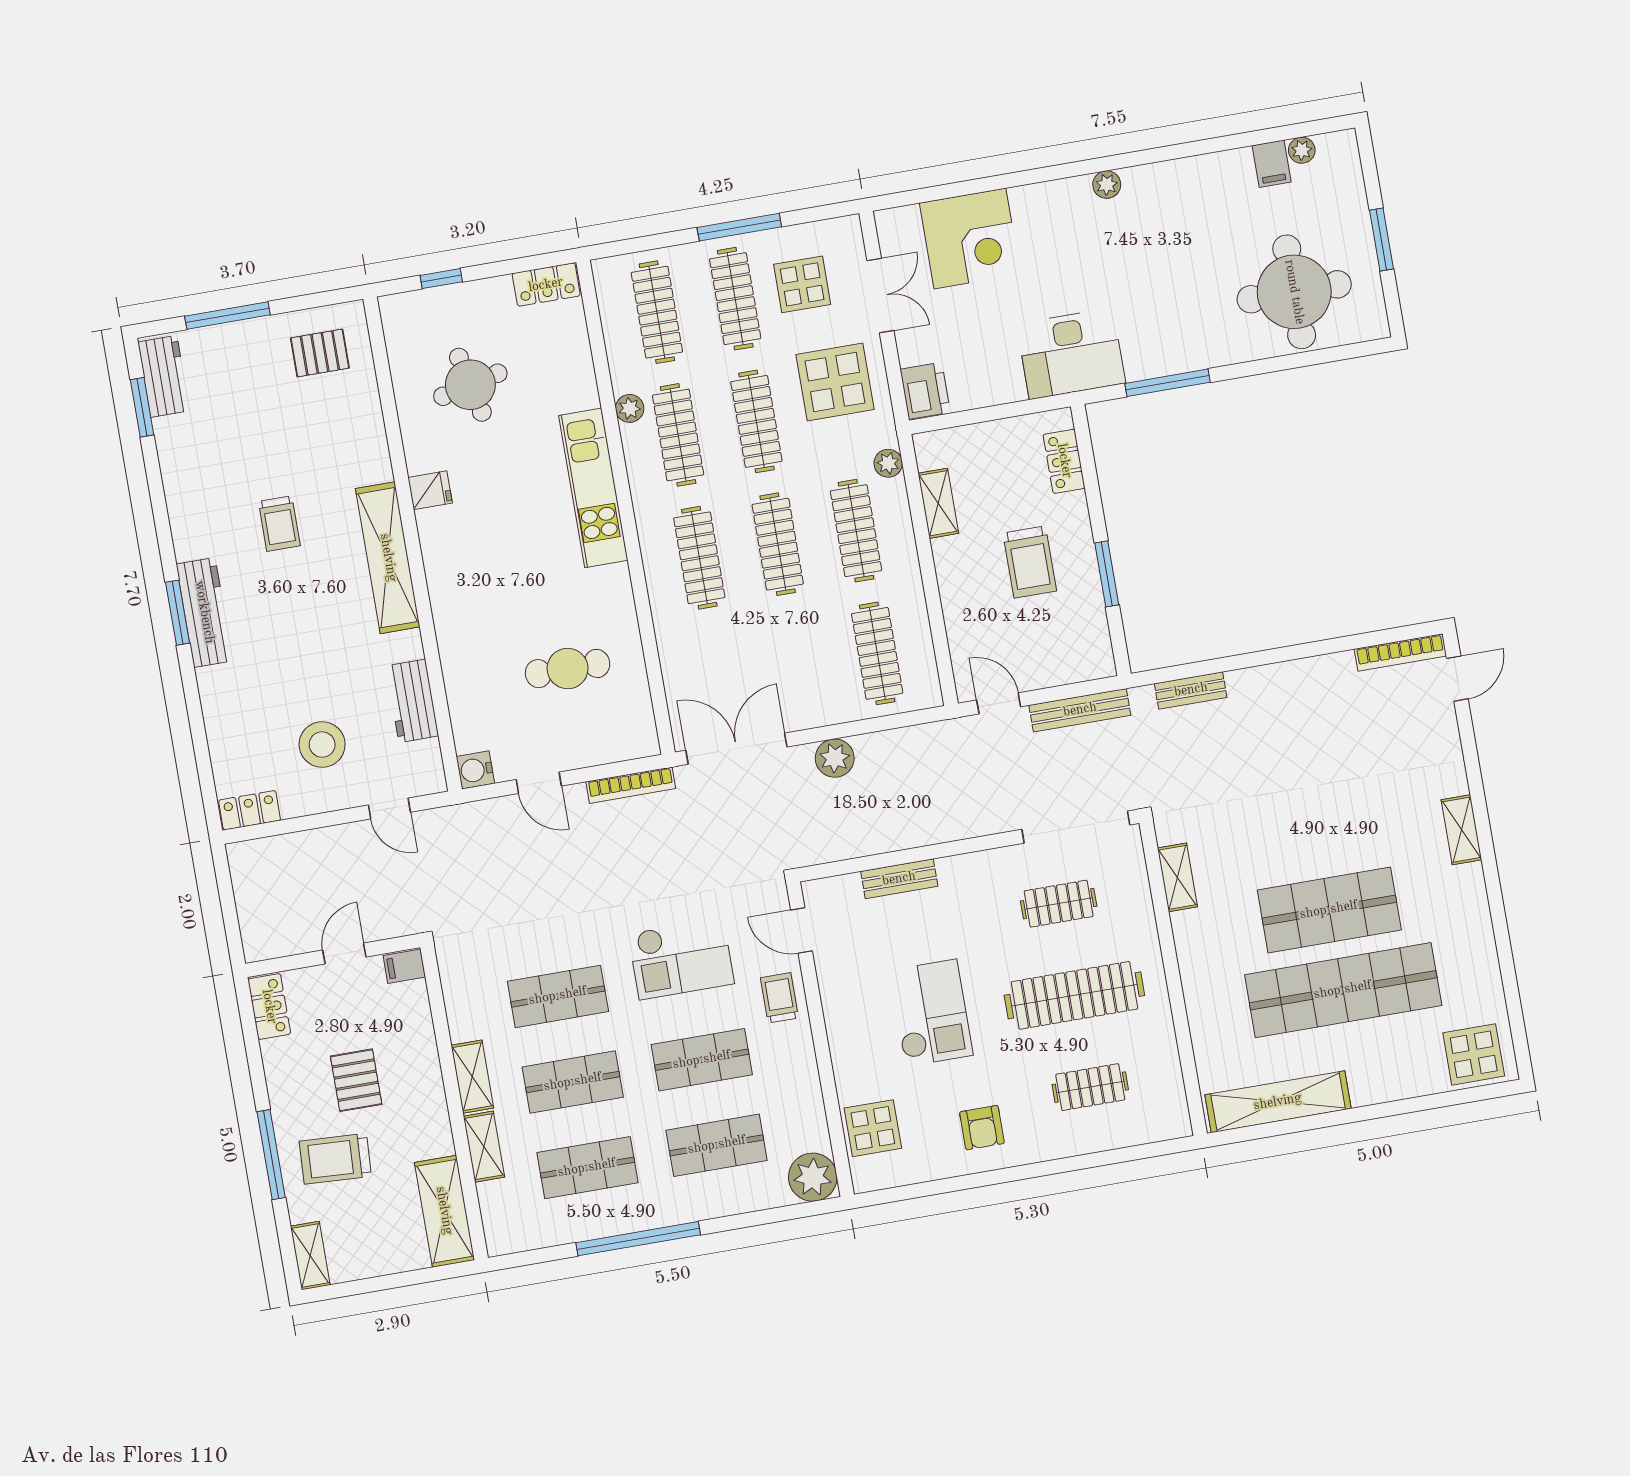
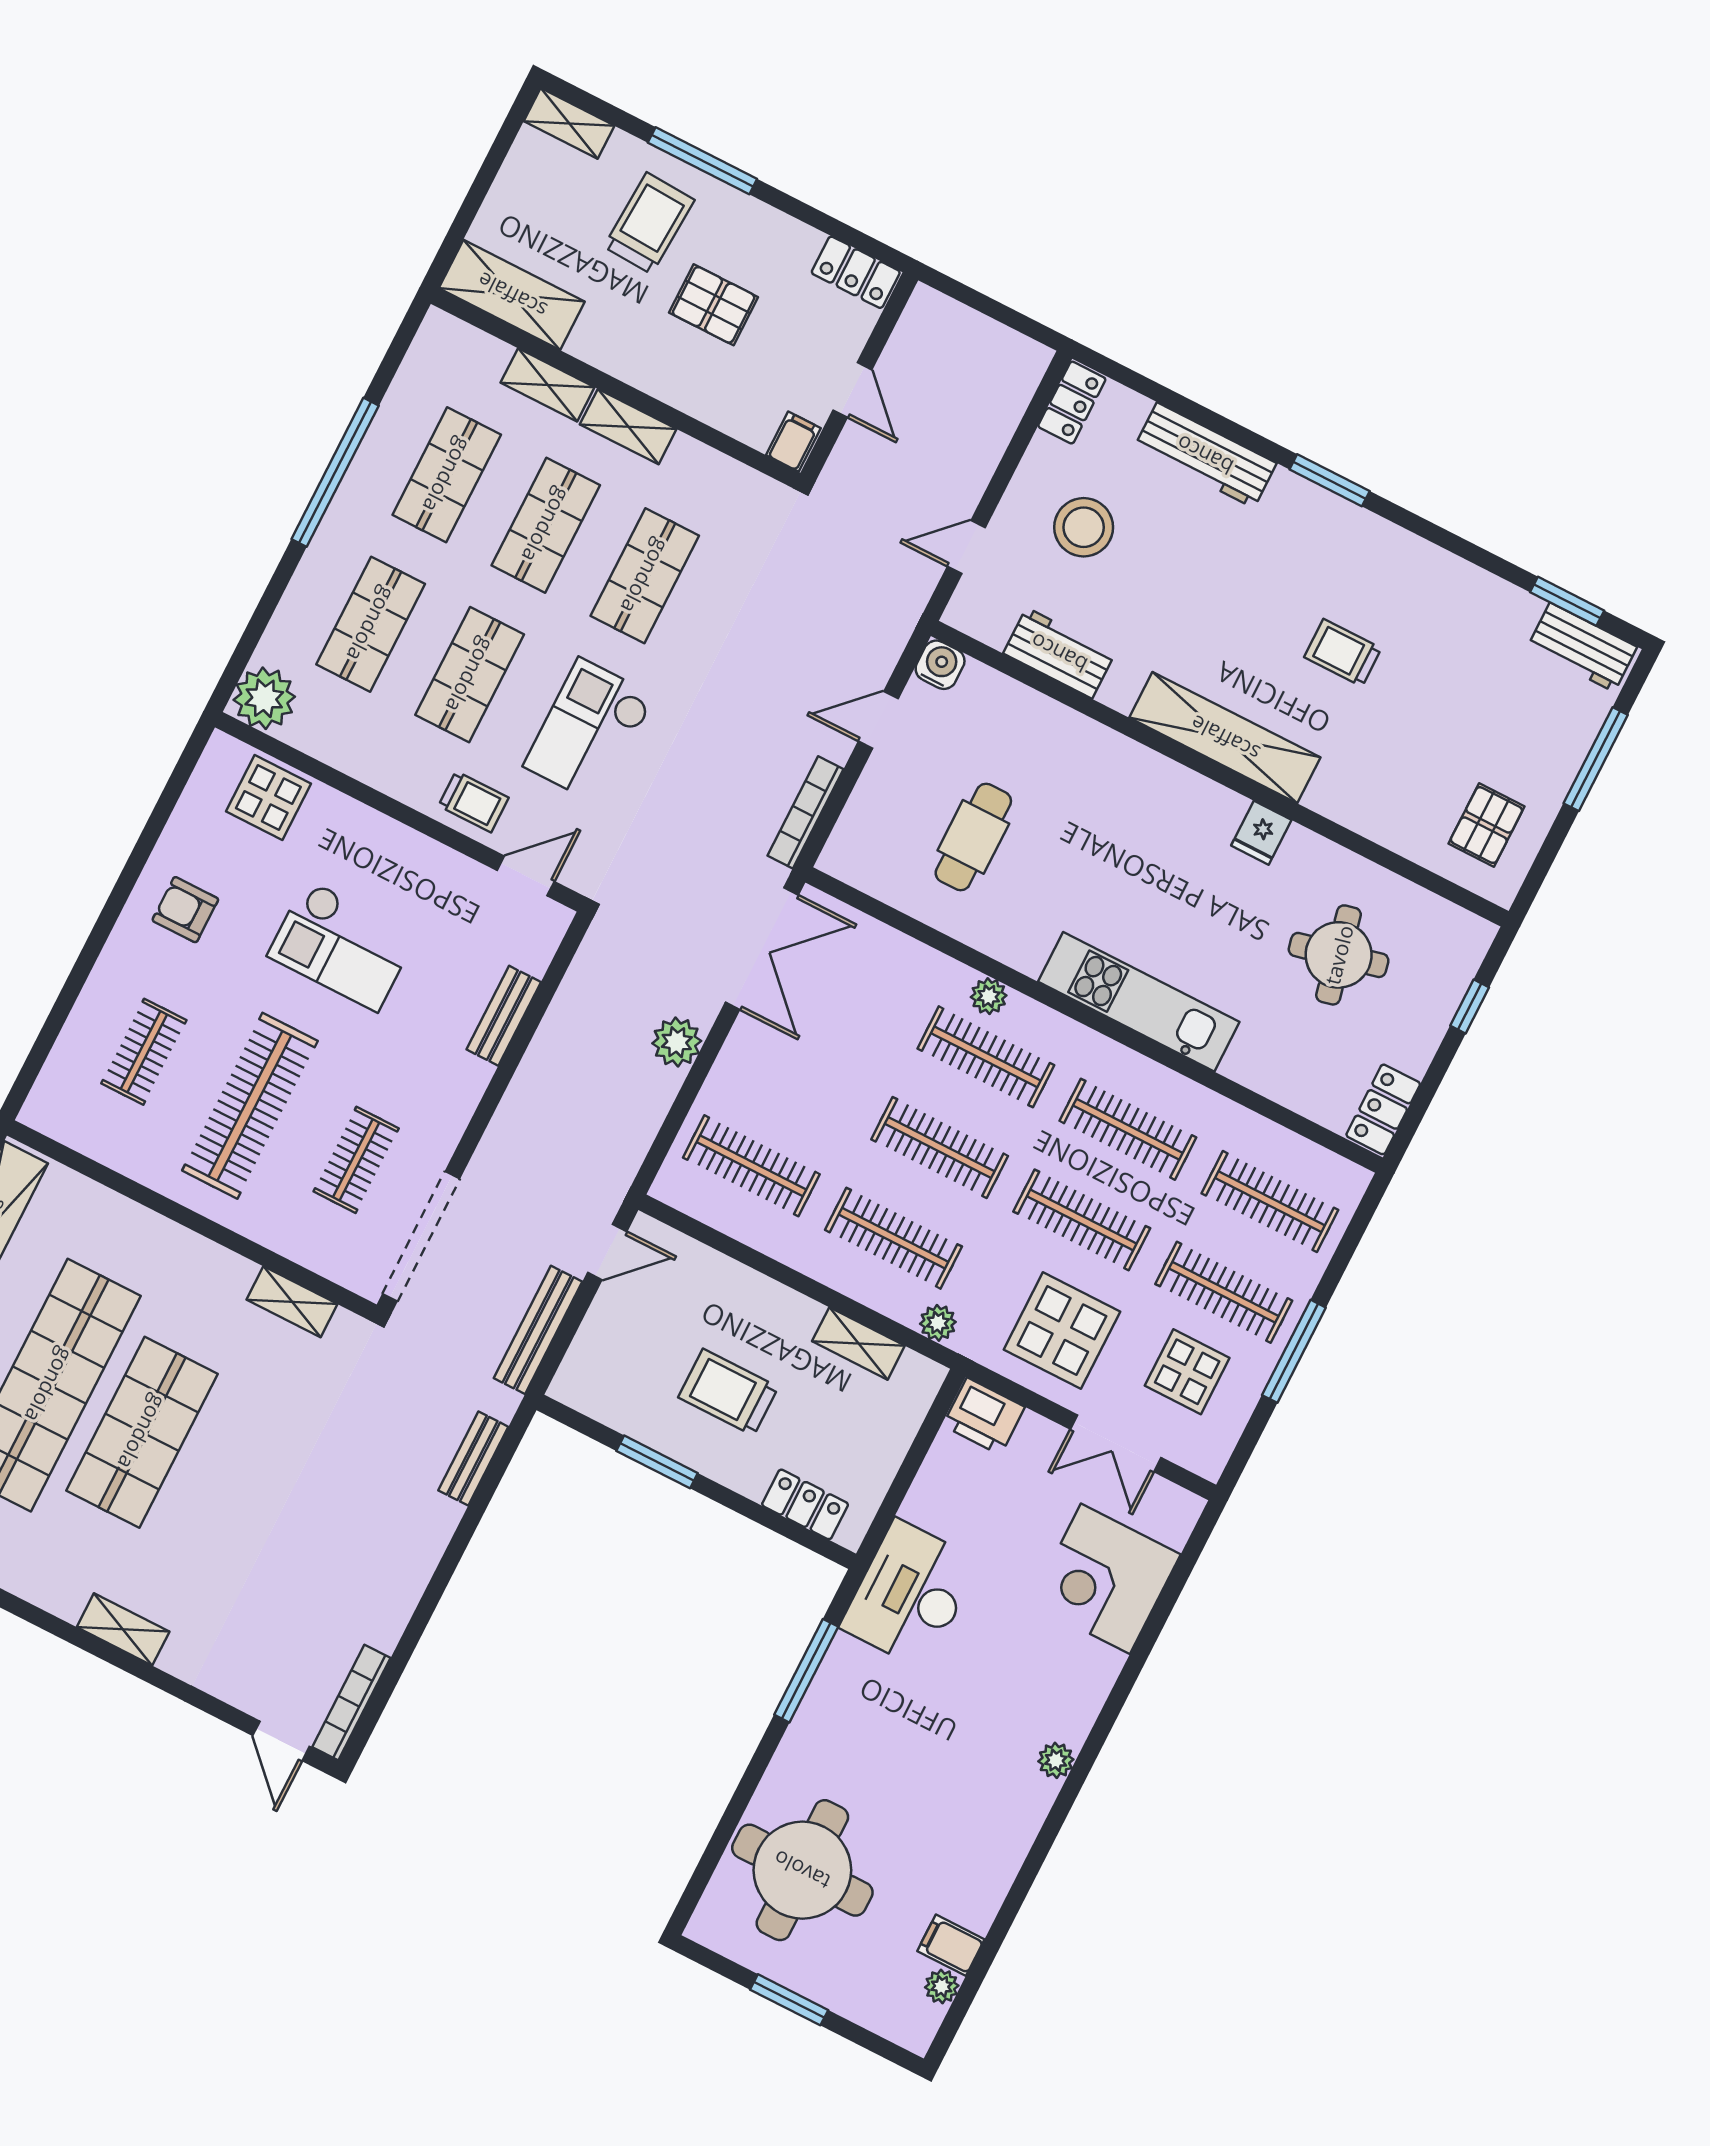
plant: (630, 408) -> (989, 996), moved
workbench: (204, 612) -> (1205, 455), moved

